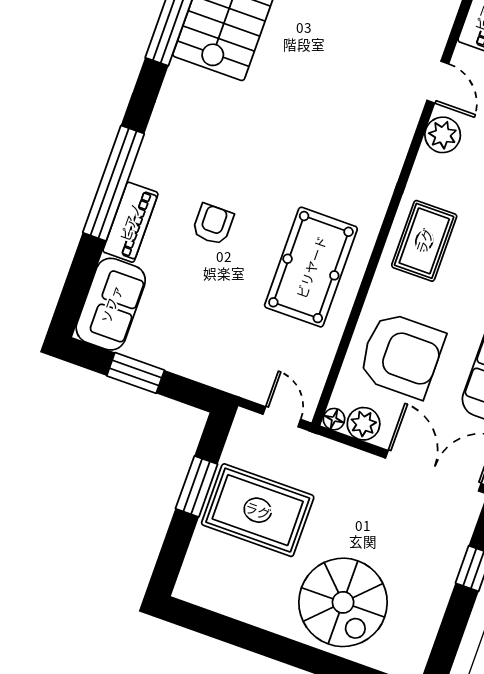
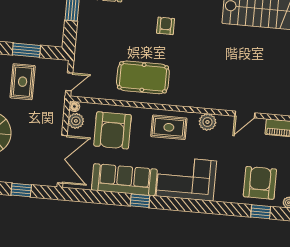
plant: (443, 135) -> (207, 122), moved
armchair: (213, 224) -> (166, 26), moved, turned -90
rug: (258, 510) -> (23, 82), width x0.73, depth x0.70

